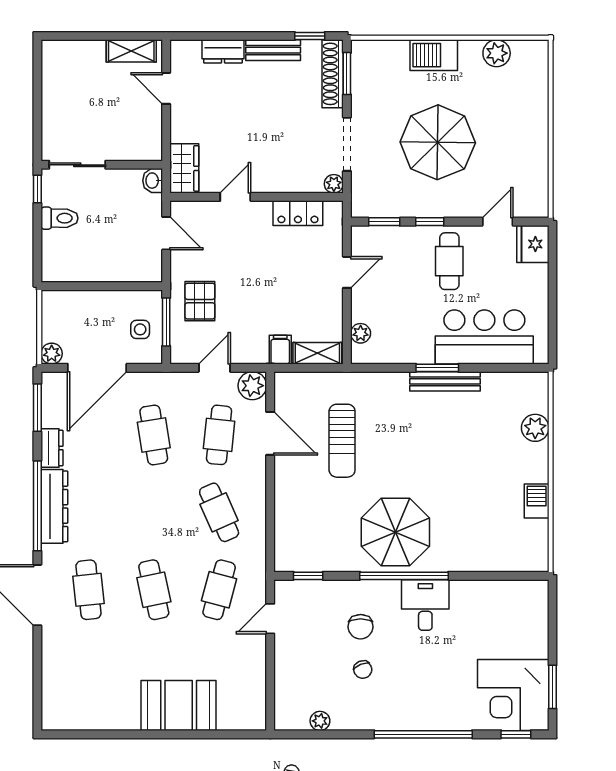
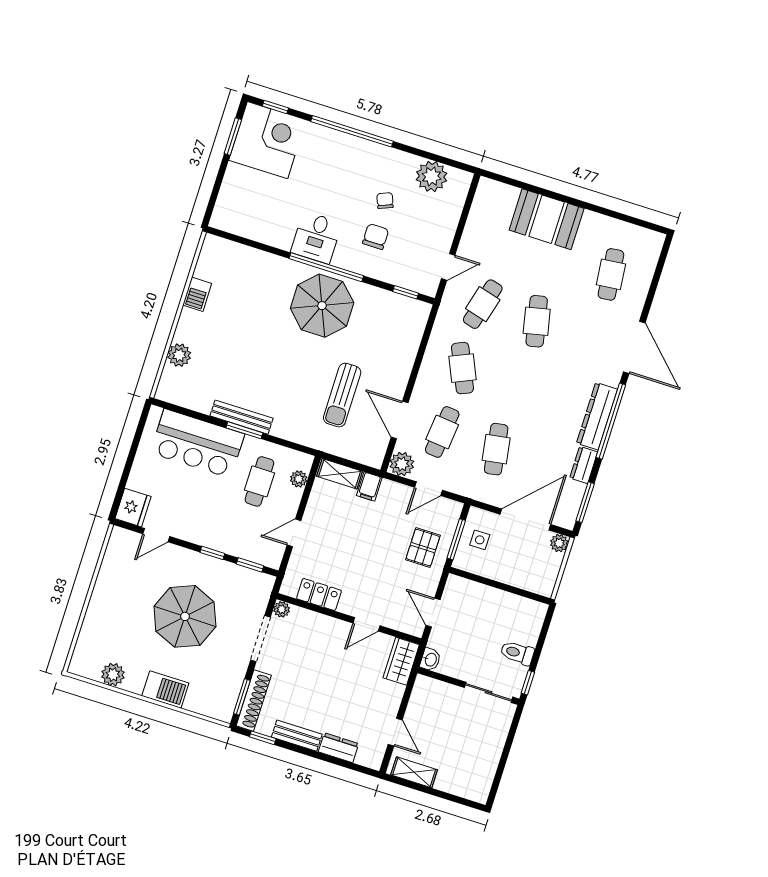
cafe table: (449, 261) -> (259, 481), moved
sun lounger: (342, 441) -> (342, 395), turned 180
cafe table: (88, 590) -> (611, 274), moved
plant: (320, 721) -> (432, 176), width x1.87, depth x1.87

